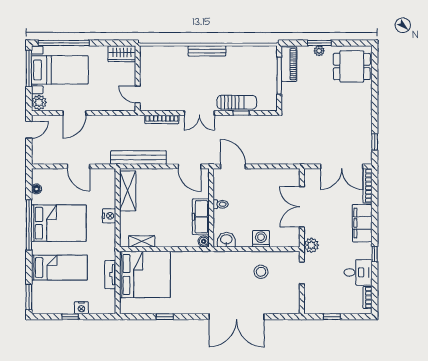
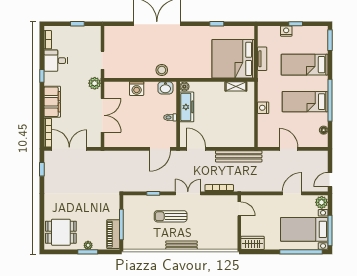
sun lounger: (237, 102) -> (171, 216), moved
door: (233, 166) -> (160, 149), hinge flipped
shelving: (128, 191) -> (248, 129), removed
bed: (59, 223) -> (305, 102), width x0.67
stool: (261, 272) -> (162, 70), moved

